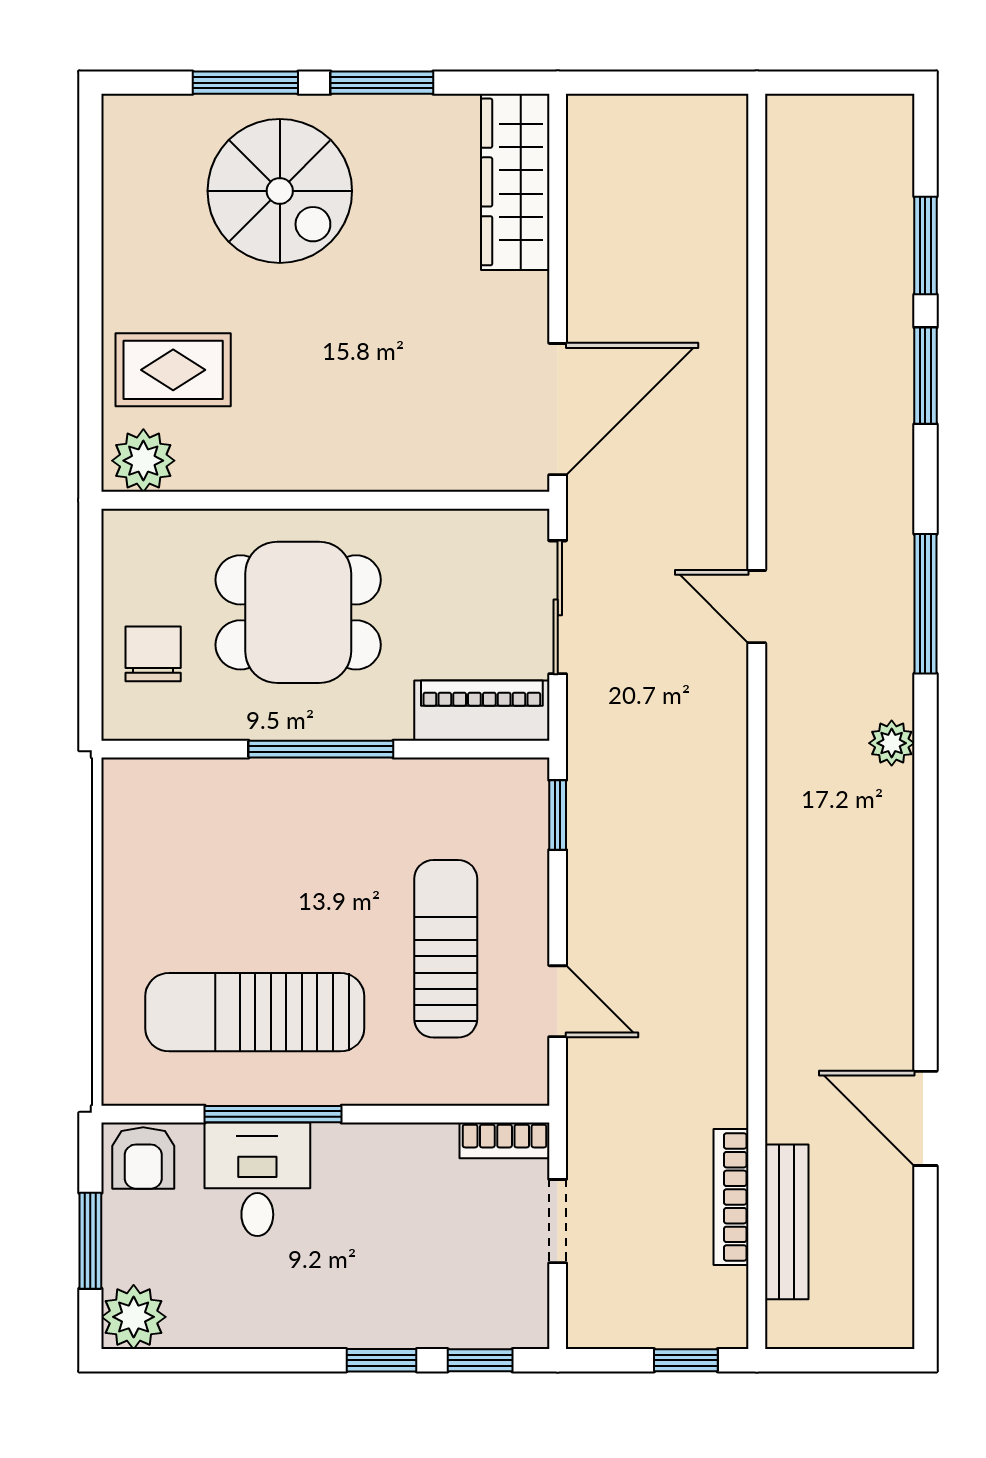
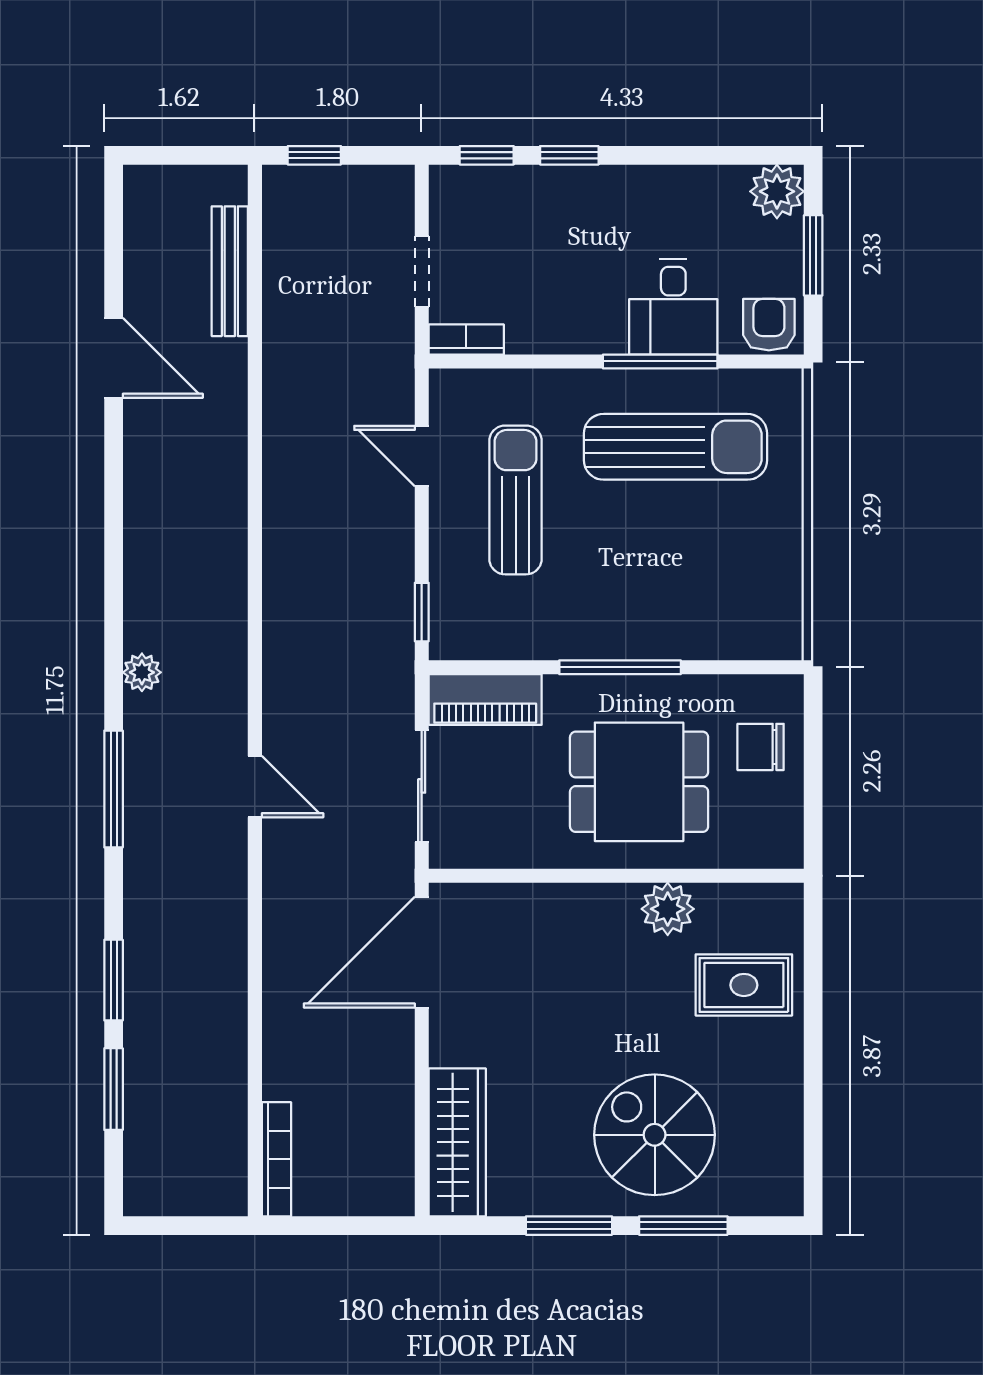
plant: (143, 461) -> (668, 909), moved
chair: (153, 654) -> (761, 747), turned 90
sun lounger: (446, 949) -> (516, 500), turned 180
bookcase: (731, 1197) -> (276, 1159), moved

